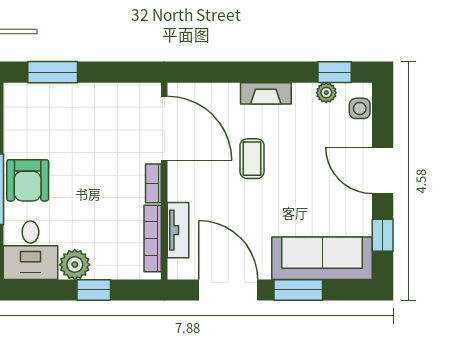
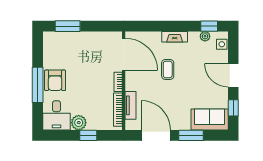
sofa: (322, 258) -> (210, 119), width x0.73

